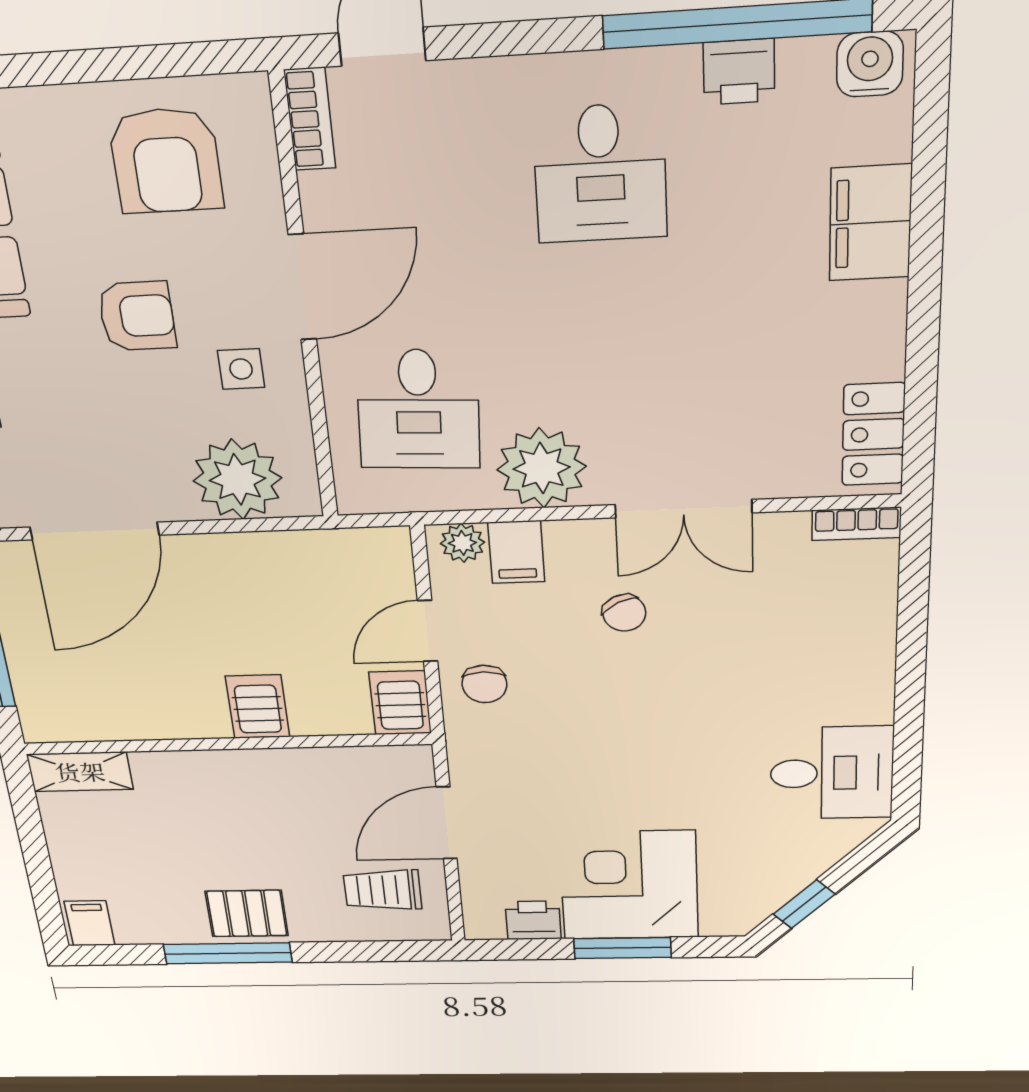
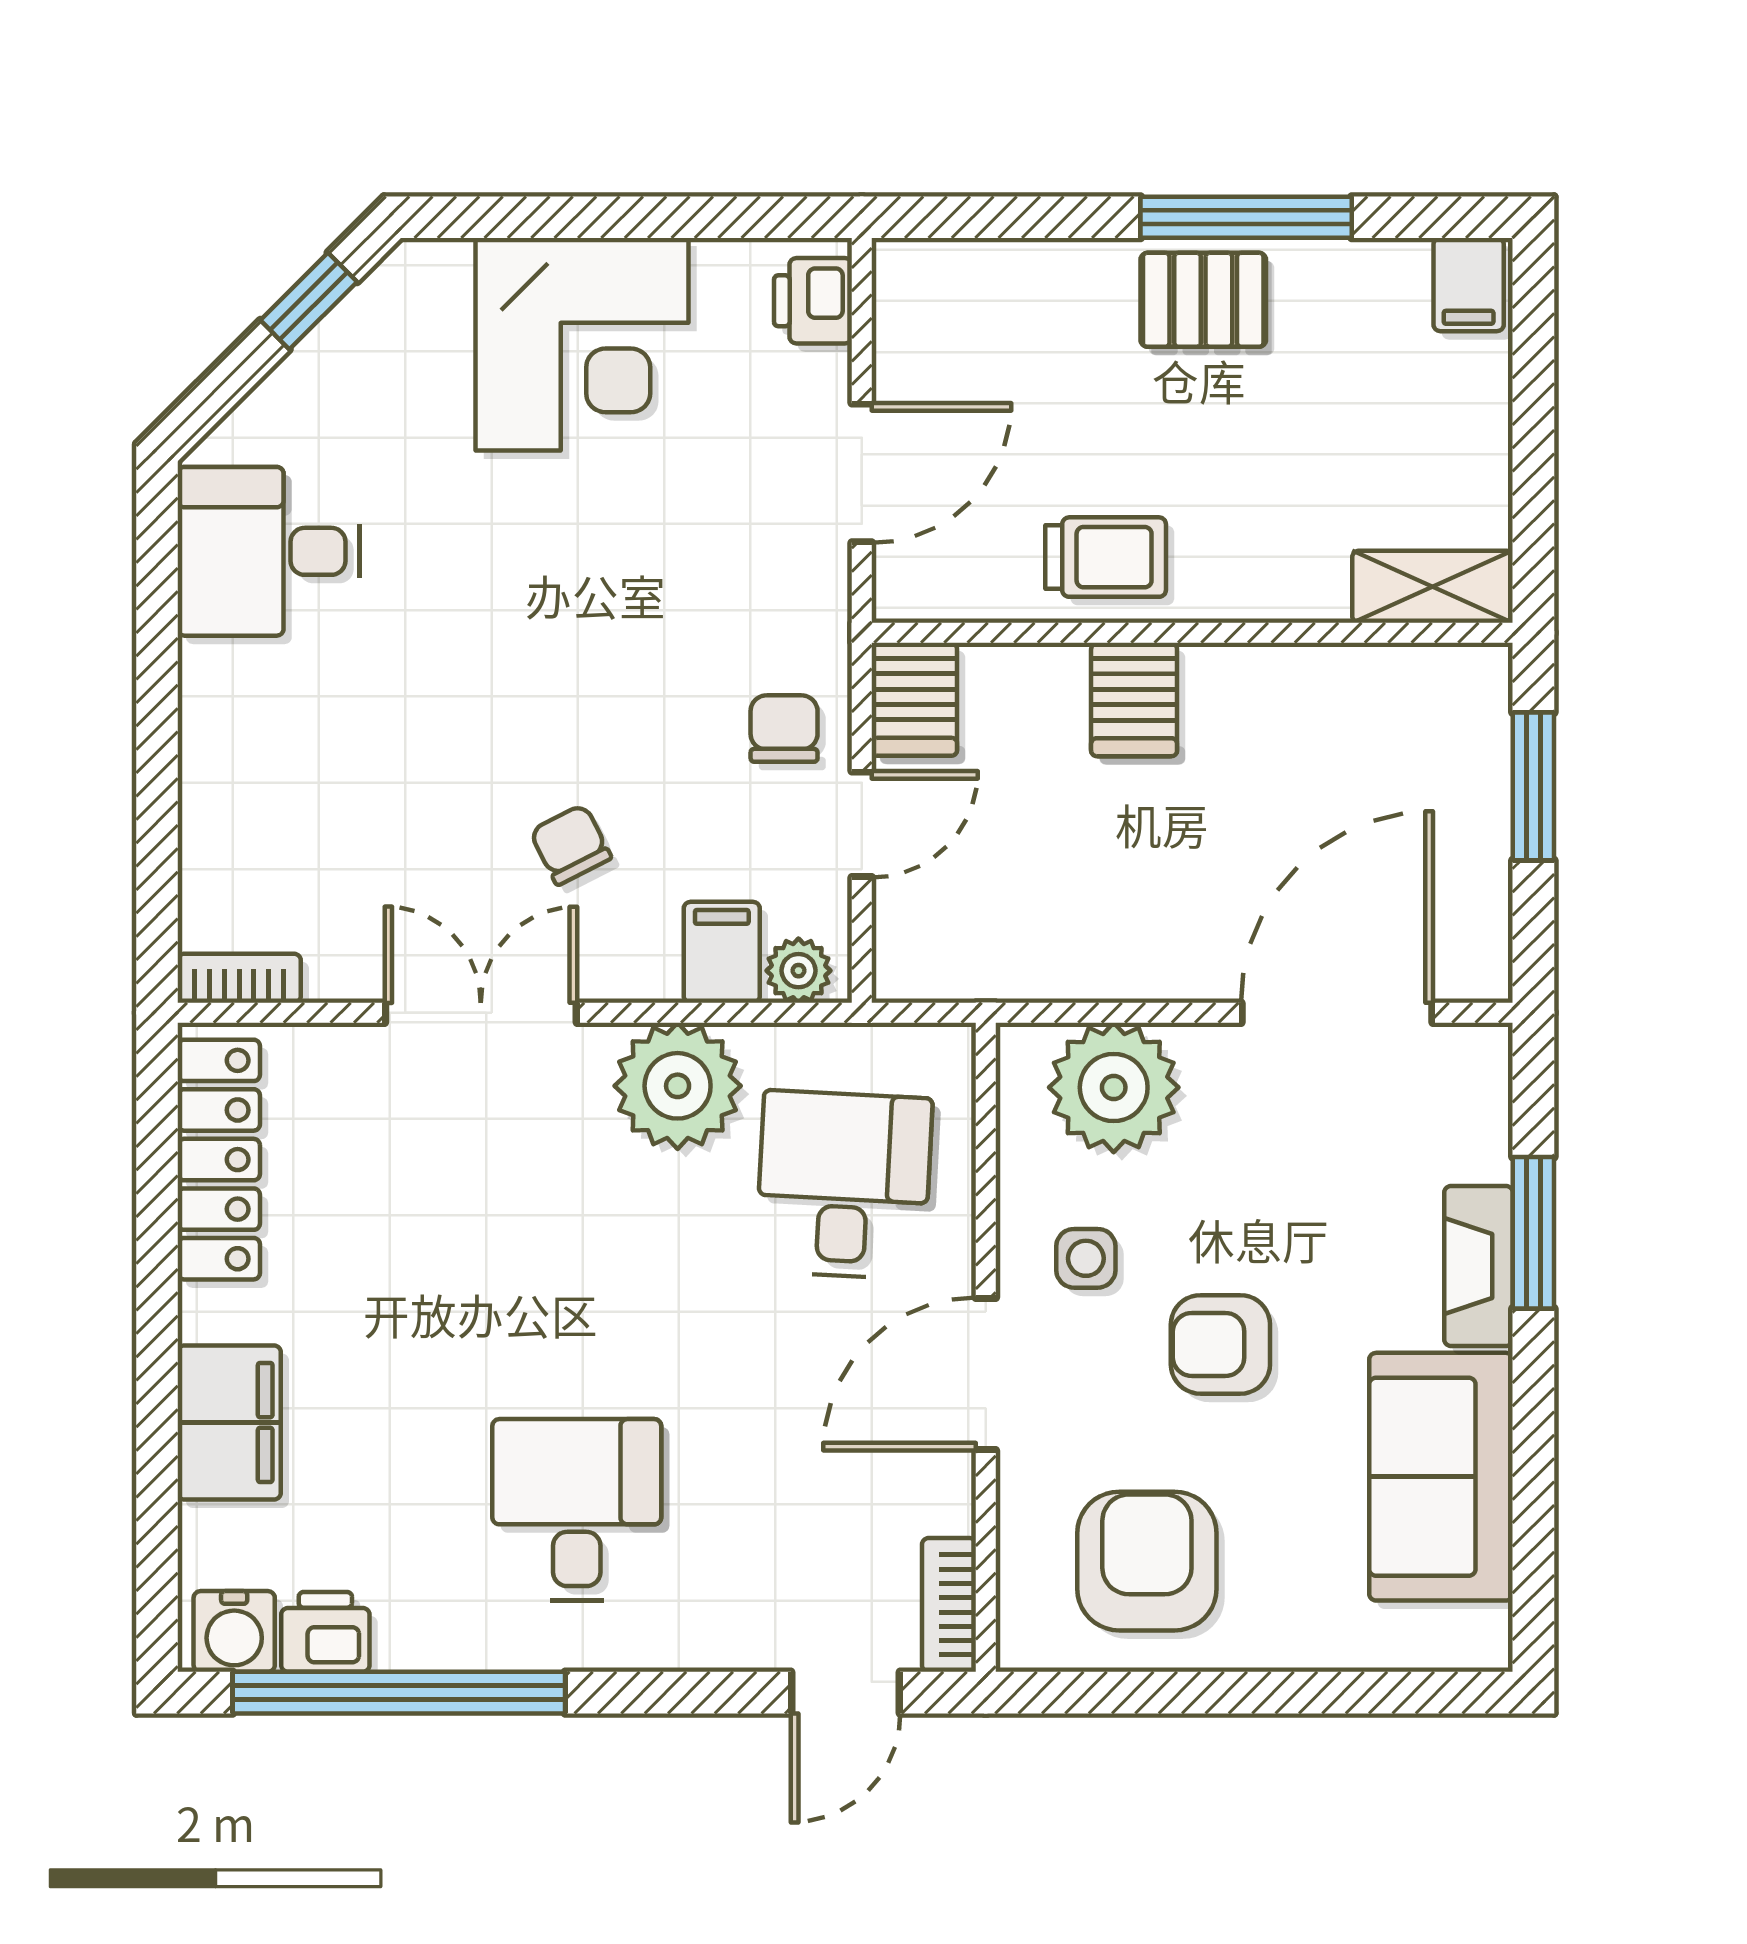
printer: (739, 72) -> (325, 1632), moved
locker: (873, 434) -> (219, 1160), width x1.53
trolley: (382, 890) -> (1106, 557), moved
printer: (533, 920) -> (813, 301), moved, turned 90
window: (623, 948) -> (597, 217), removed

